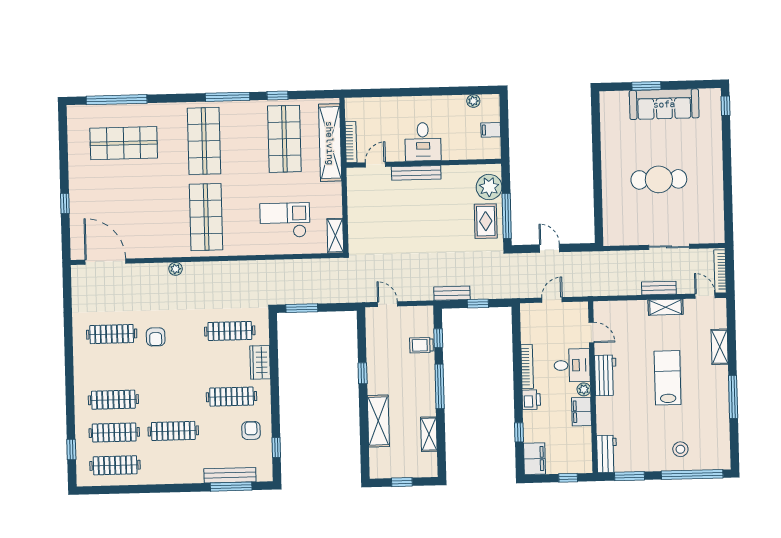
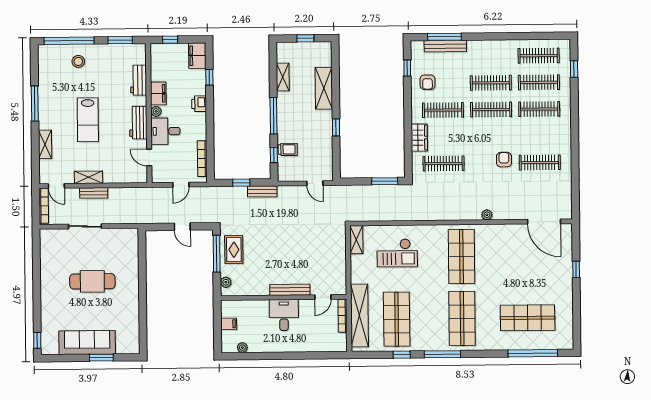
plant: (489, 187) -> (226, 282), width x0.53, depth x0.53
bookcase: (527, 367) -> (202, 159), moved
clothes rail: (172, 398) -> (491, 110), added
workbench: (607, 454) -> (139, 80), moved

